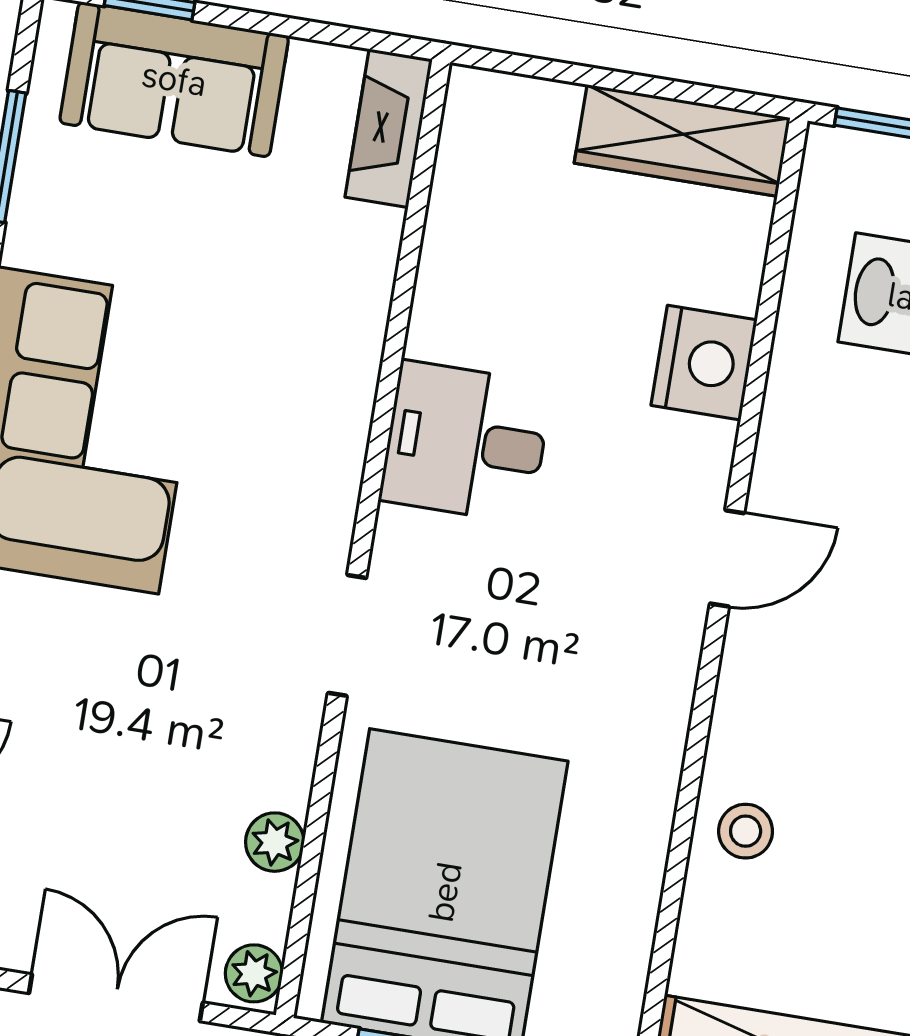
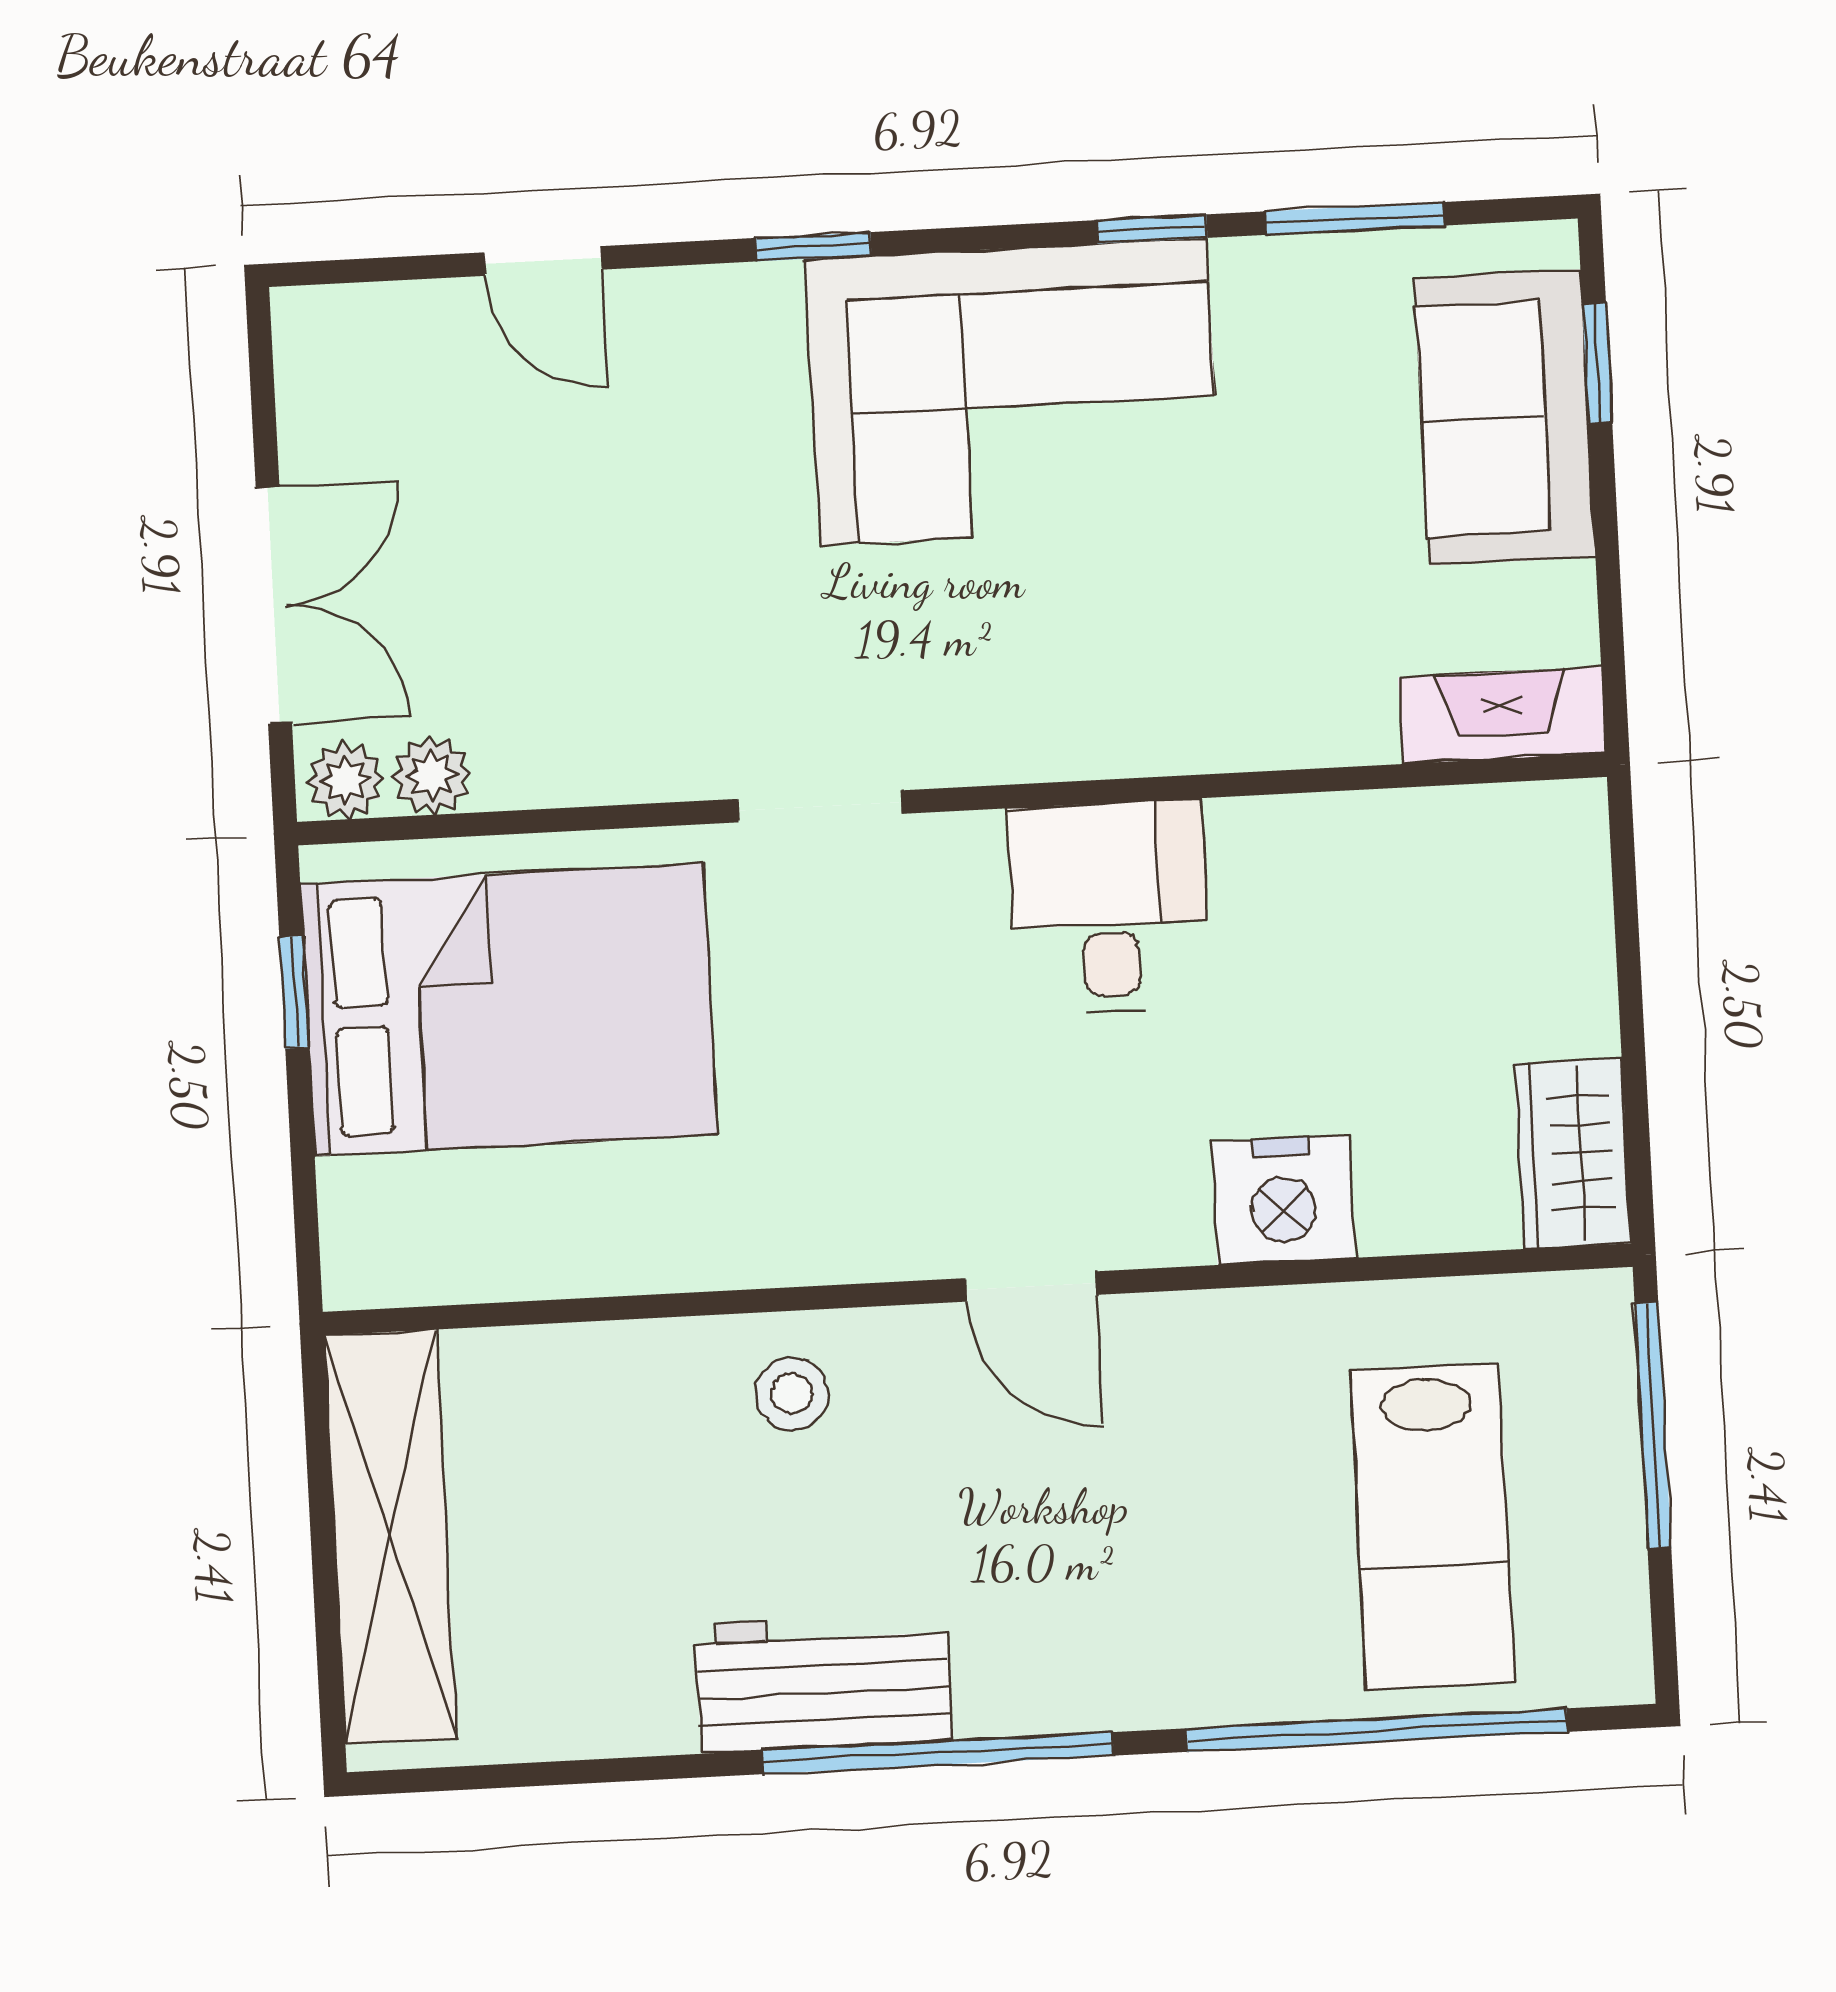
wardrobe: (682, 140) -> (1573, 1153), width x0.67
stool: (746, 831) -> (791, 1394), moved
plant: (275, 842) -> (432, 775), moved

